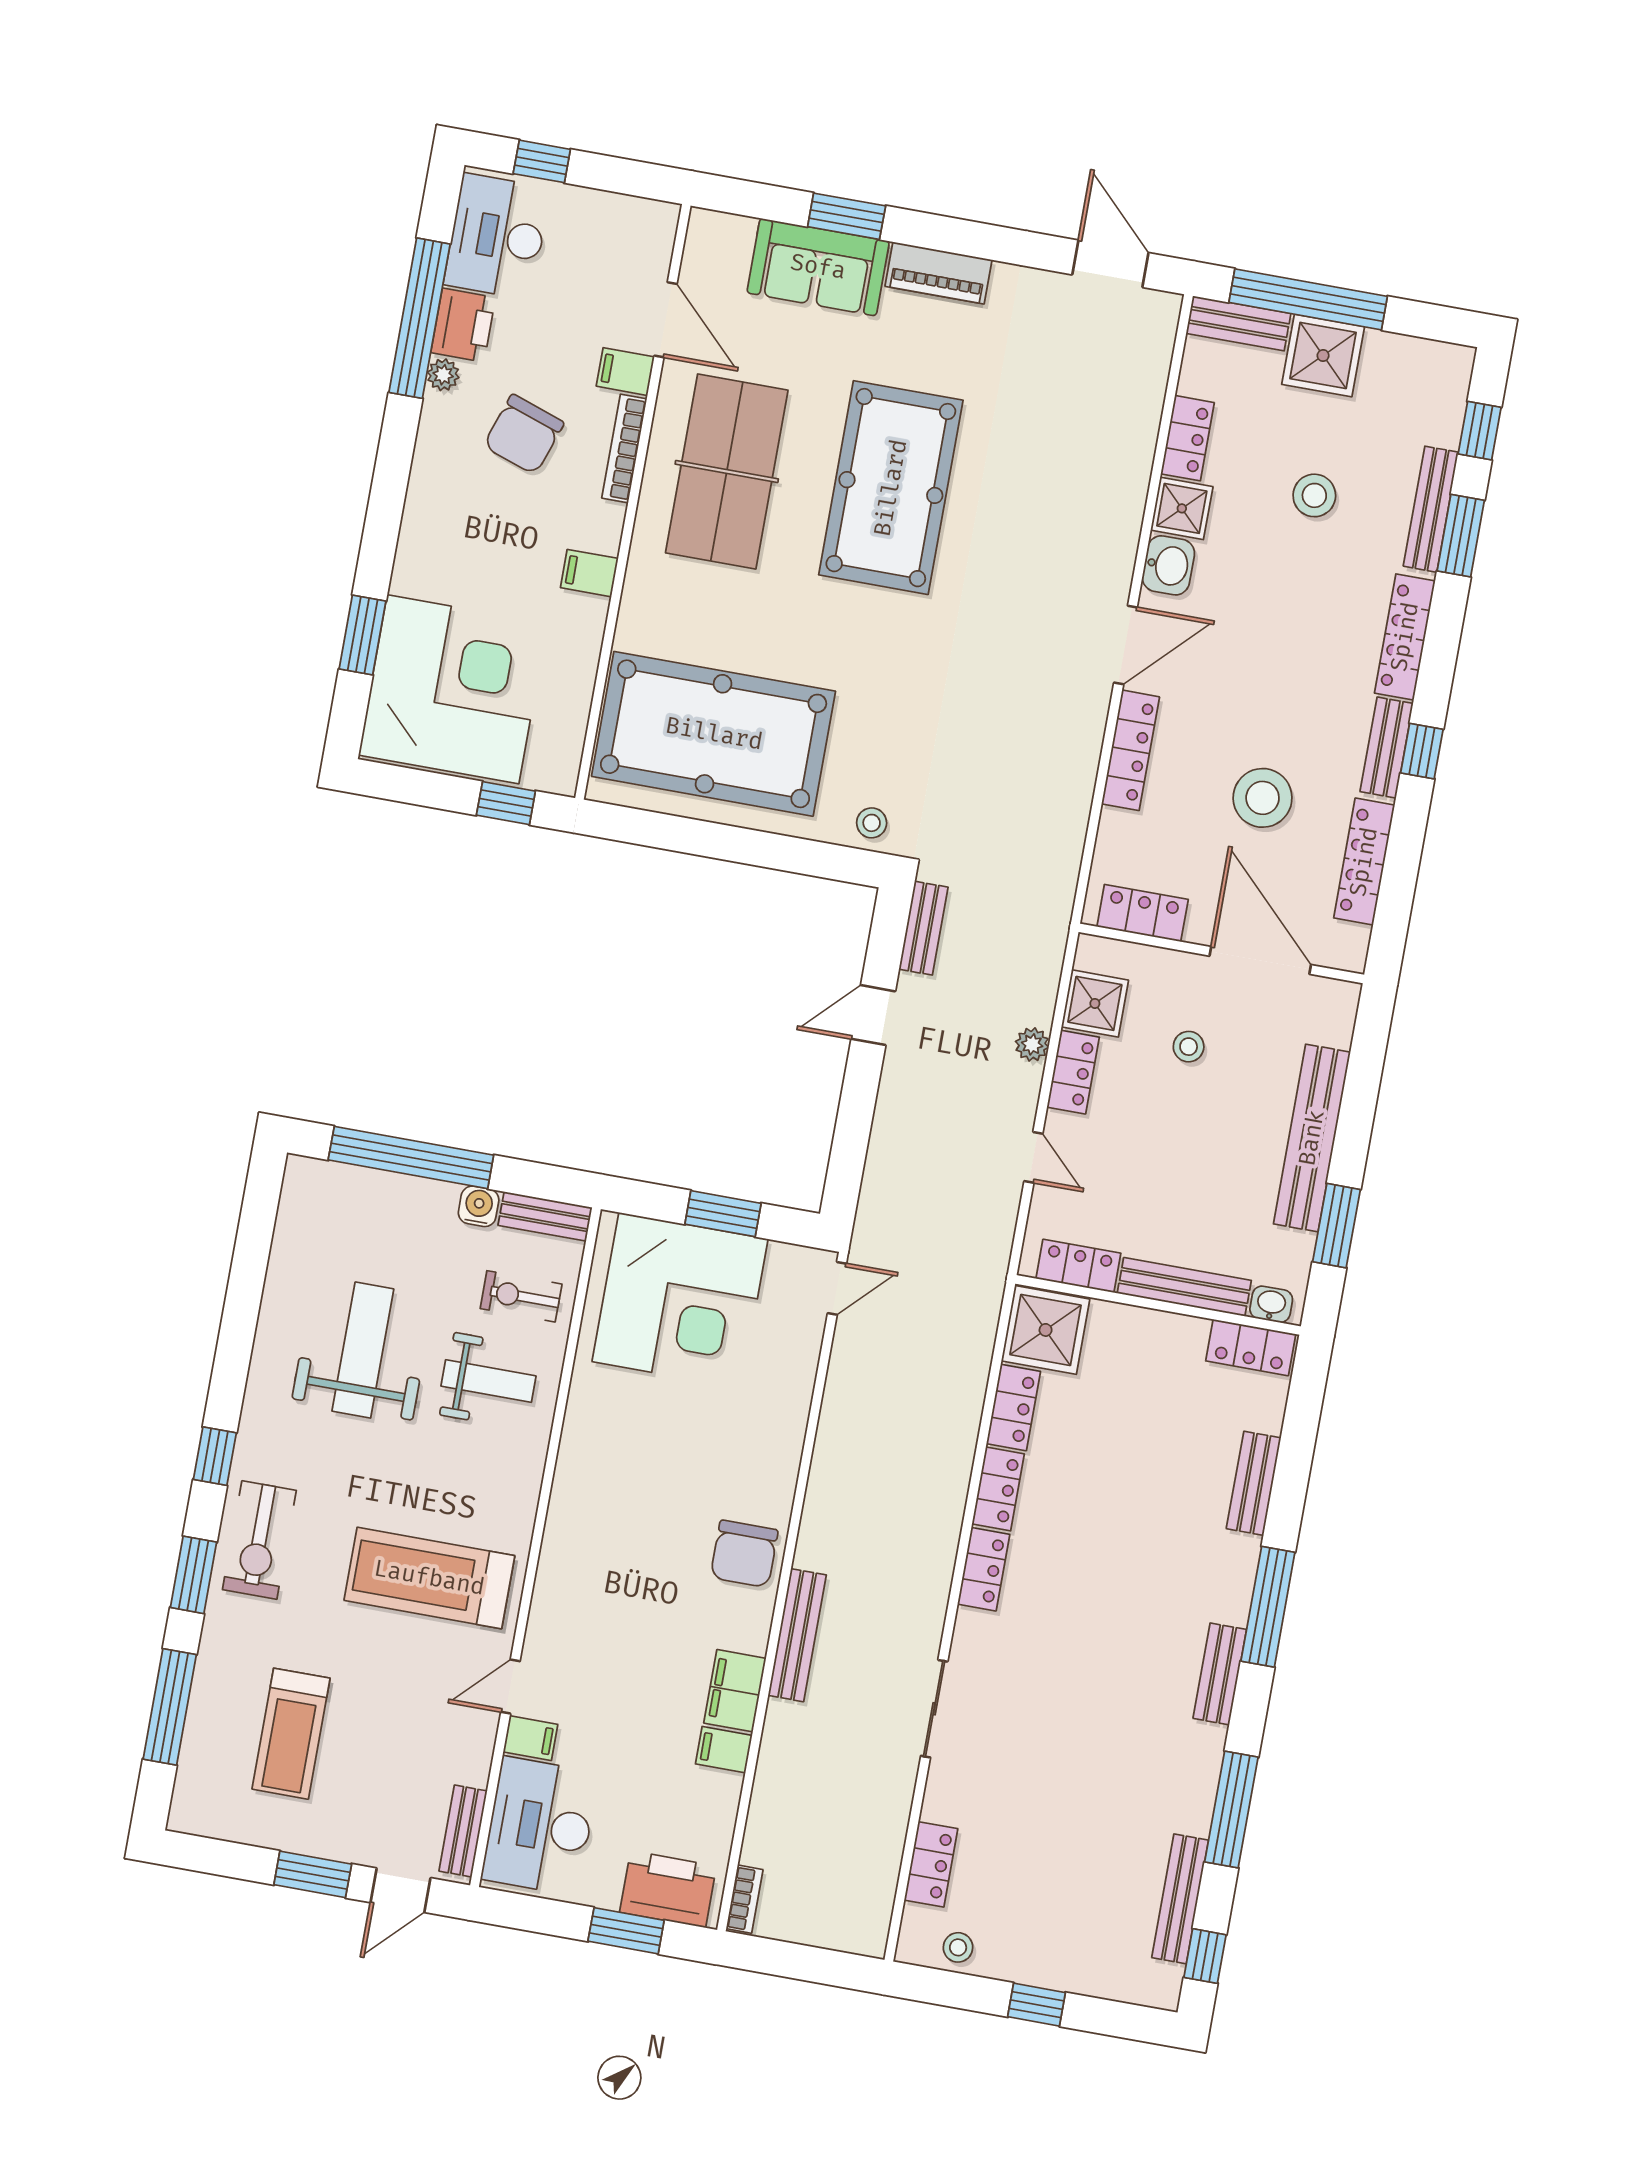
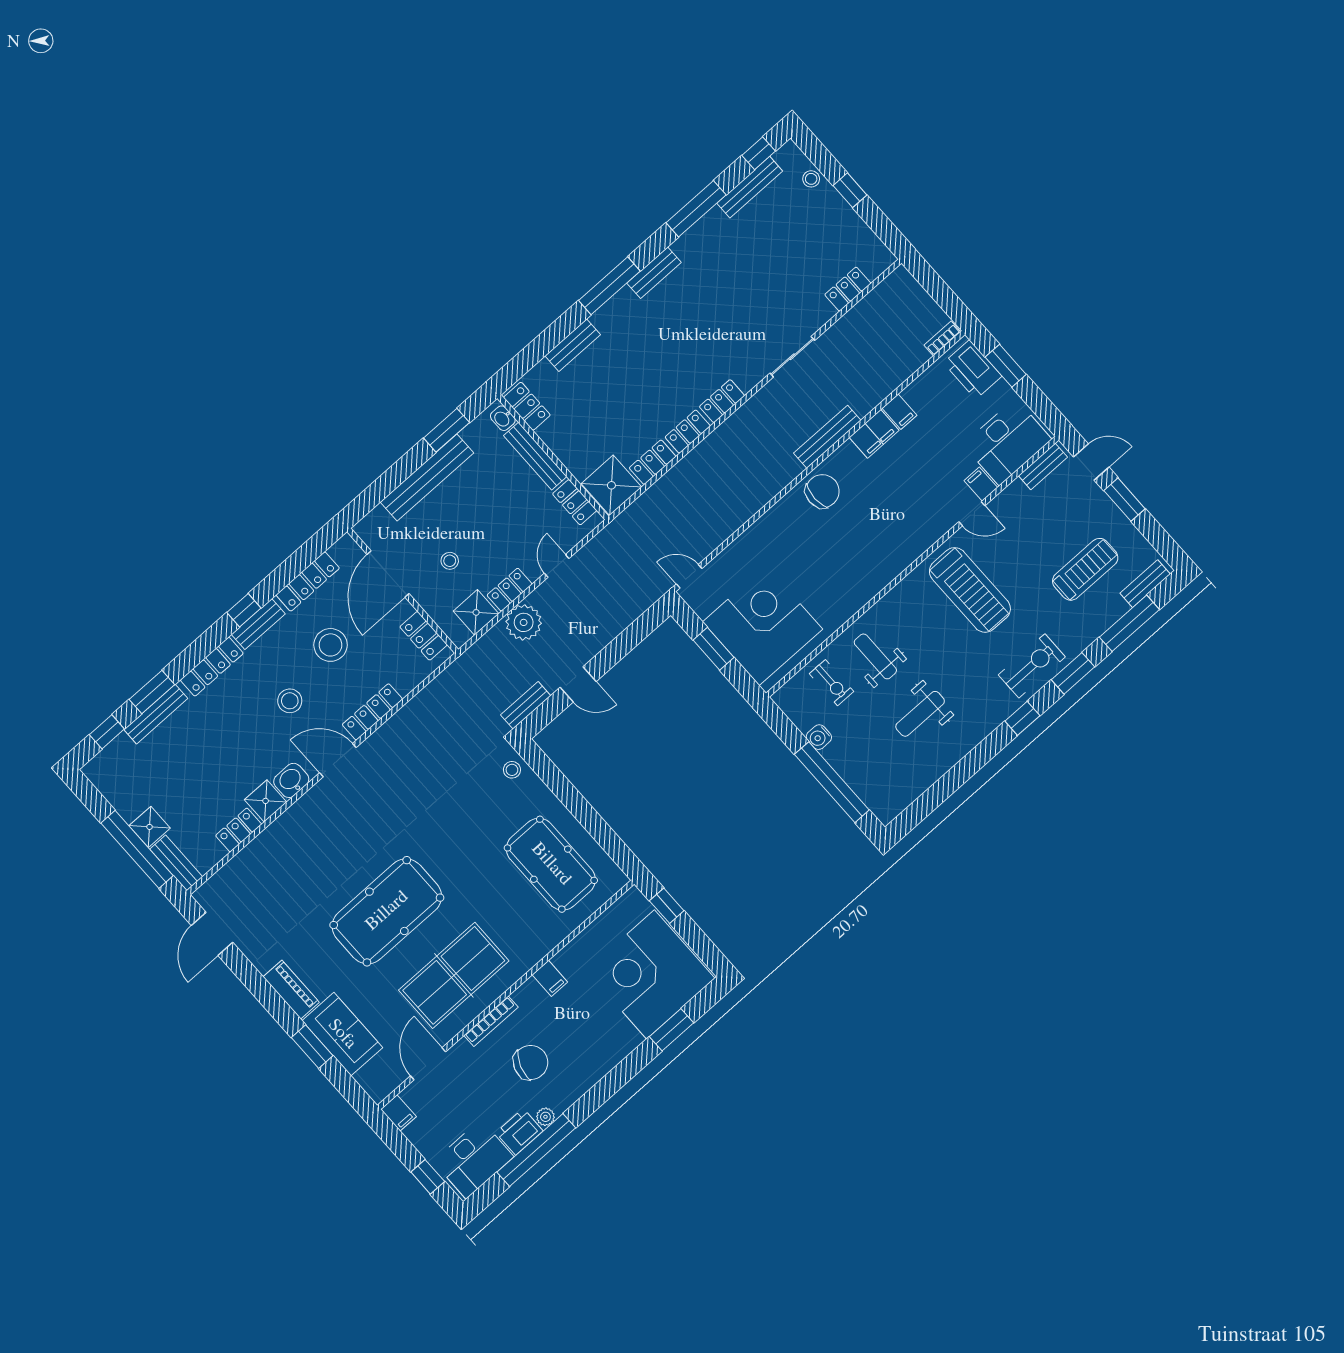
shower: (1323, 356) -> (150, 827), width x0.73, depth x0.73
filing cabinet: (625, 372) -> (399, 1113), moved
stool: (1314, 495) -> (290, 701), moved
pool table: (714, 734) -> (551, 864), width x0.73, depth x0.76
plant: (1032, 1044) -> (524, 622), width x1.88, depth x1.88
bench: (545, 1216) -> (1145, 584), moved, turned 90
weight bench: (363, 1350) -> (920, 714), width x0.73, depth x0.75
stool: (958, 1947) -> (811, 179), moved

